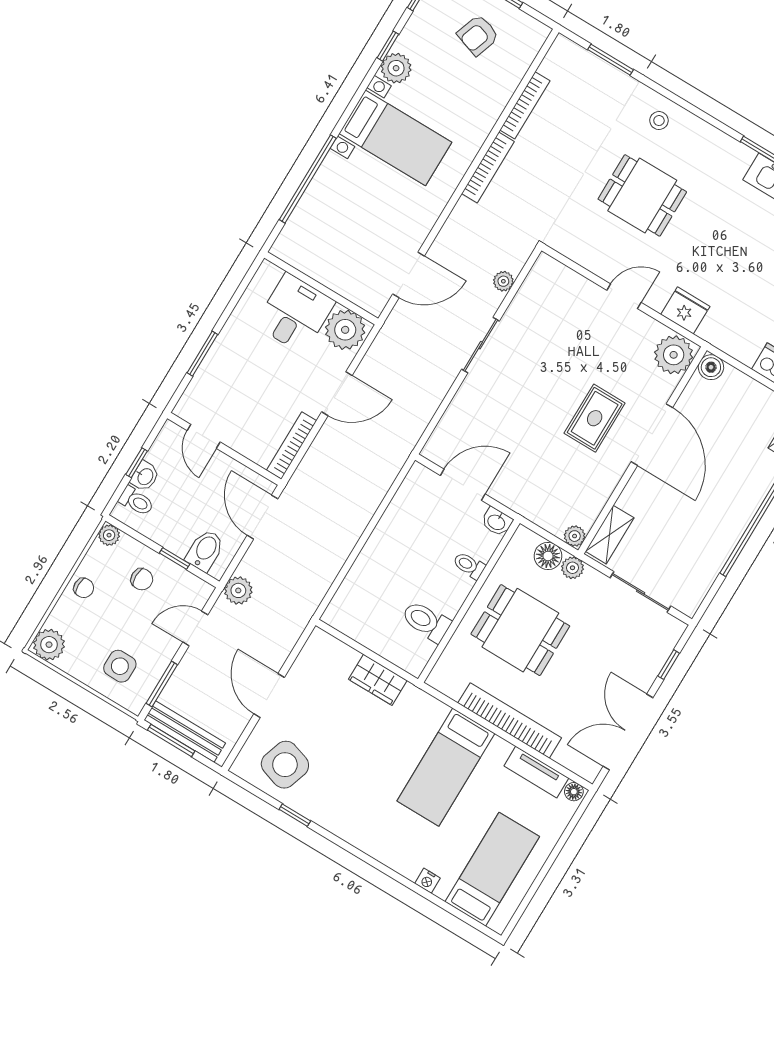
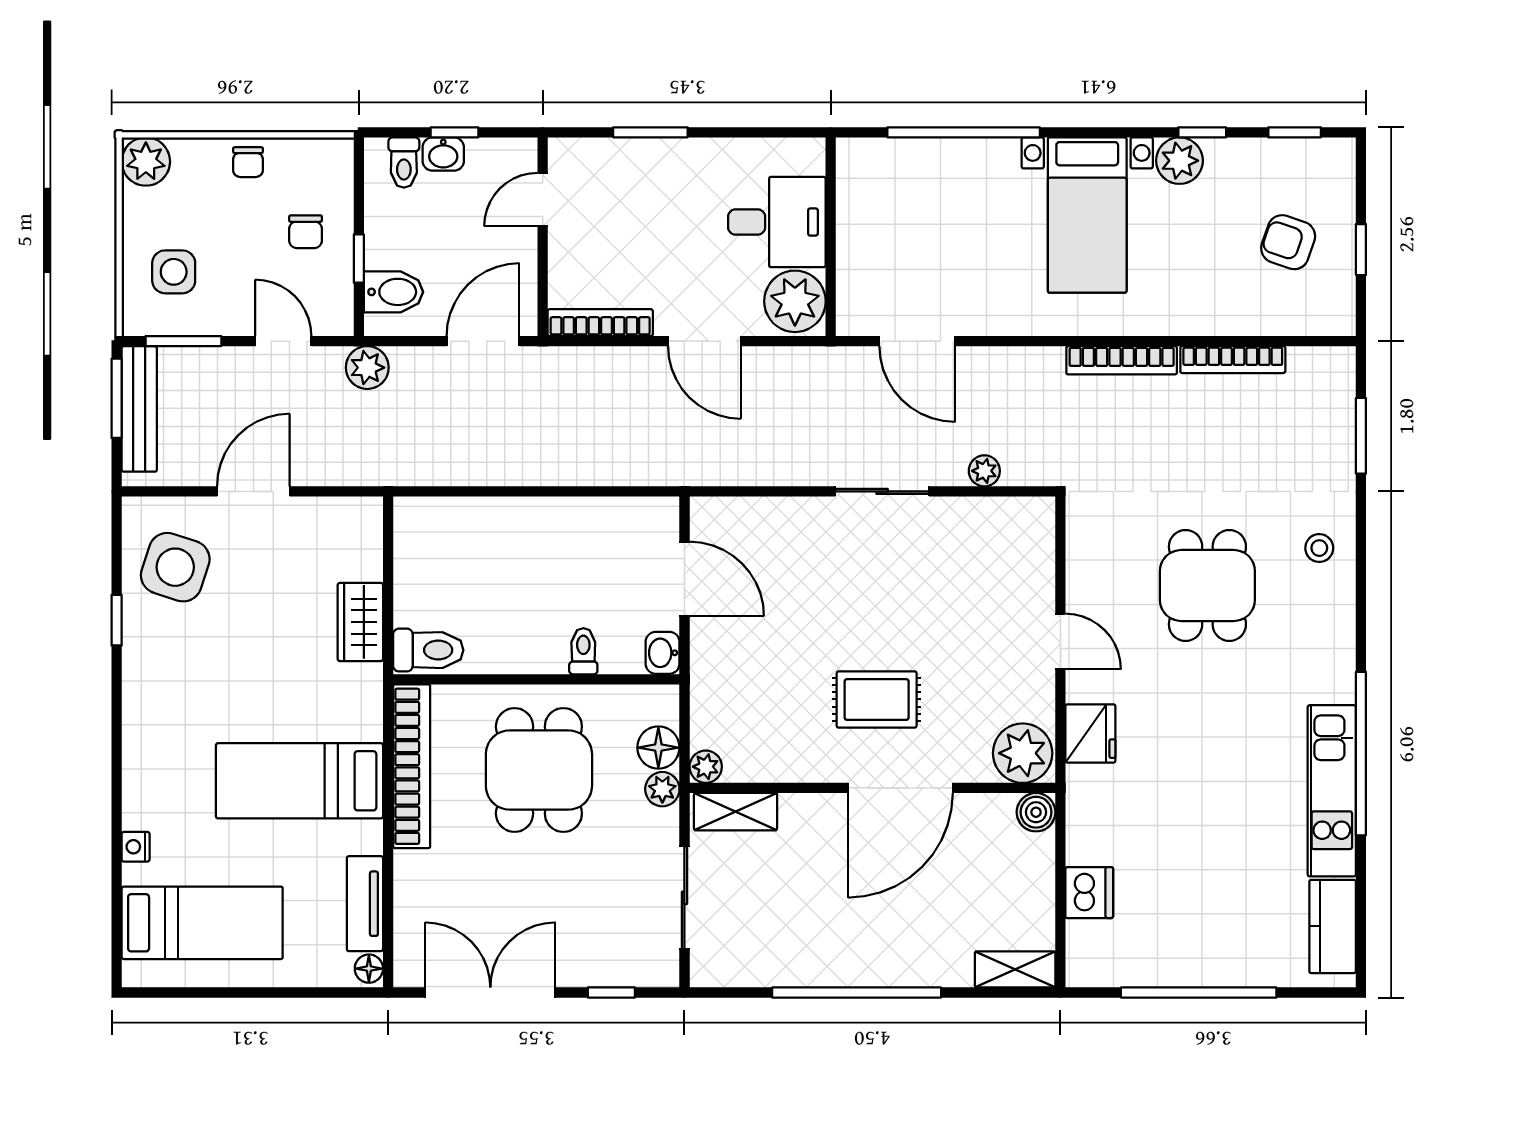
plant: (109, 535) -> (337, 154), removed
toilet: (426, 621) -> (428, 650), moved, turned 90
bookcase: (510, 720) -> (412, 766), moved

